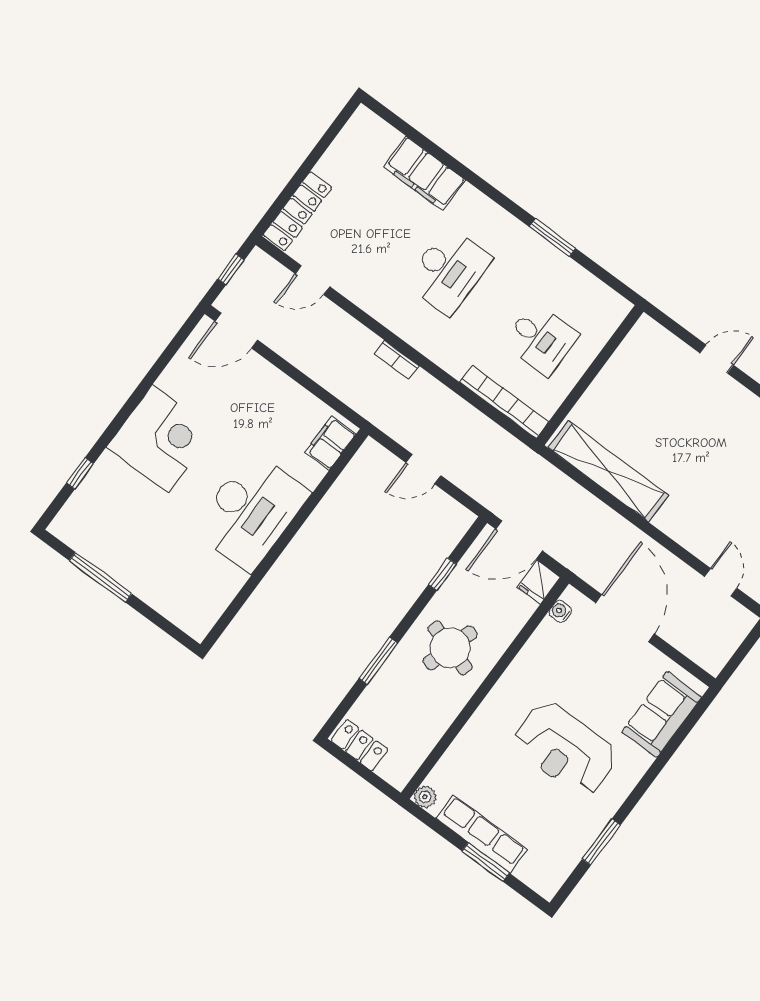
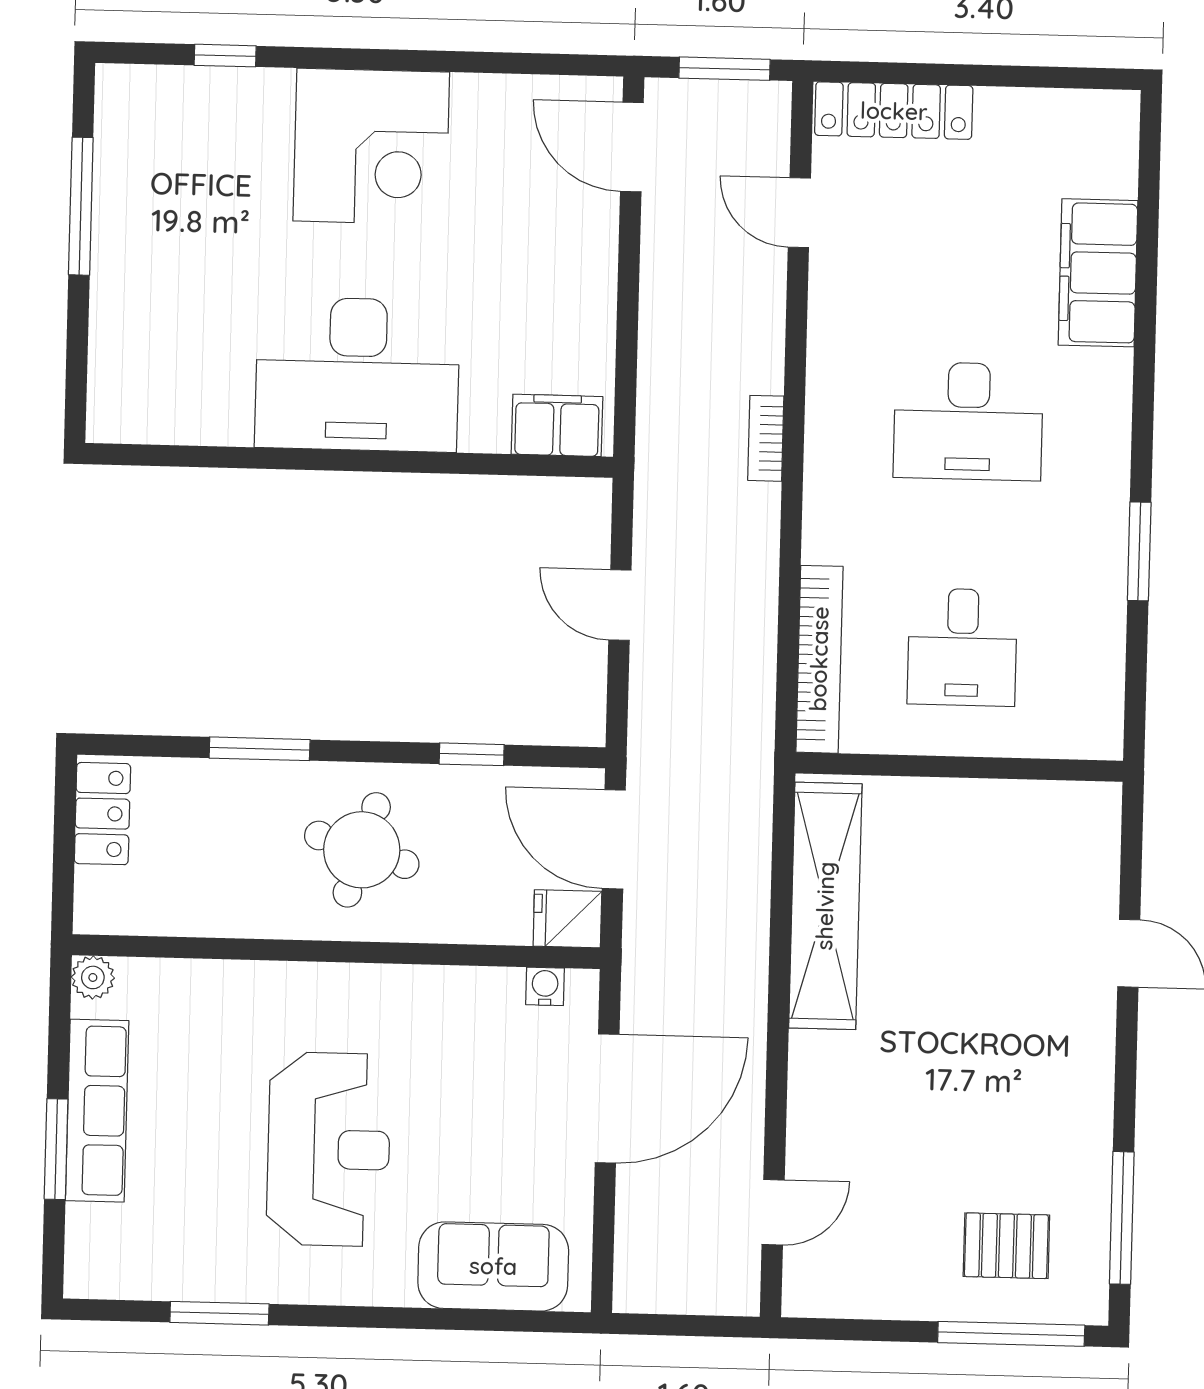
window: (231, 269) -> (724, 69), width x1.50
reception desk: (565, 749) -> (329, 1149), turned 180

